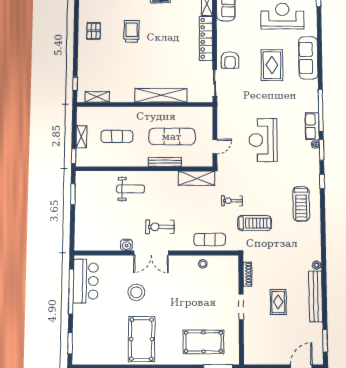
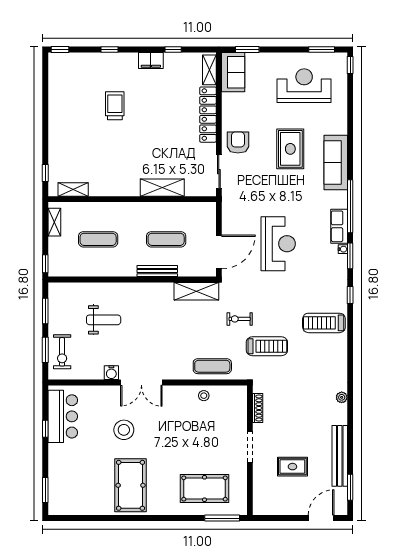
pallet: (94, 31) -> (67, 105), removed
sofa: (308, 58) -> (336, 162), moved
armchair: (230, 60) -> (238, 142), turned 180
shelving: (161, 95) -> (162, 188), width x0.68
exercise mat: (172, 136) -> (166, 239), width x0.73, depth x0.69
shelving: (81, 137) -> (54, 222), moved
reception desk: (263, 140) -> (278, 244), turned 180
door: (215, 147) -> (219, 252), width x1.87
weight bench: (130, 189) -> (104, 320), moved
treadmill: (301, 204) -> (324, 323), turned 90
window: (72, 226) -> (45, 350), added
exercise bike: (160, 227) -> (62, 352), moved, turned -90
window: (71, 291) -> (45, 429), width x0.32
bench: (316, 296) -> (340, 456), moved
rug: (278, 302) -> (292, 467), moved, turned 90

